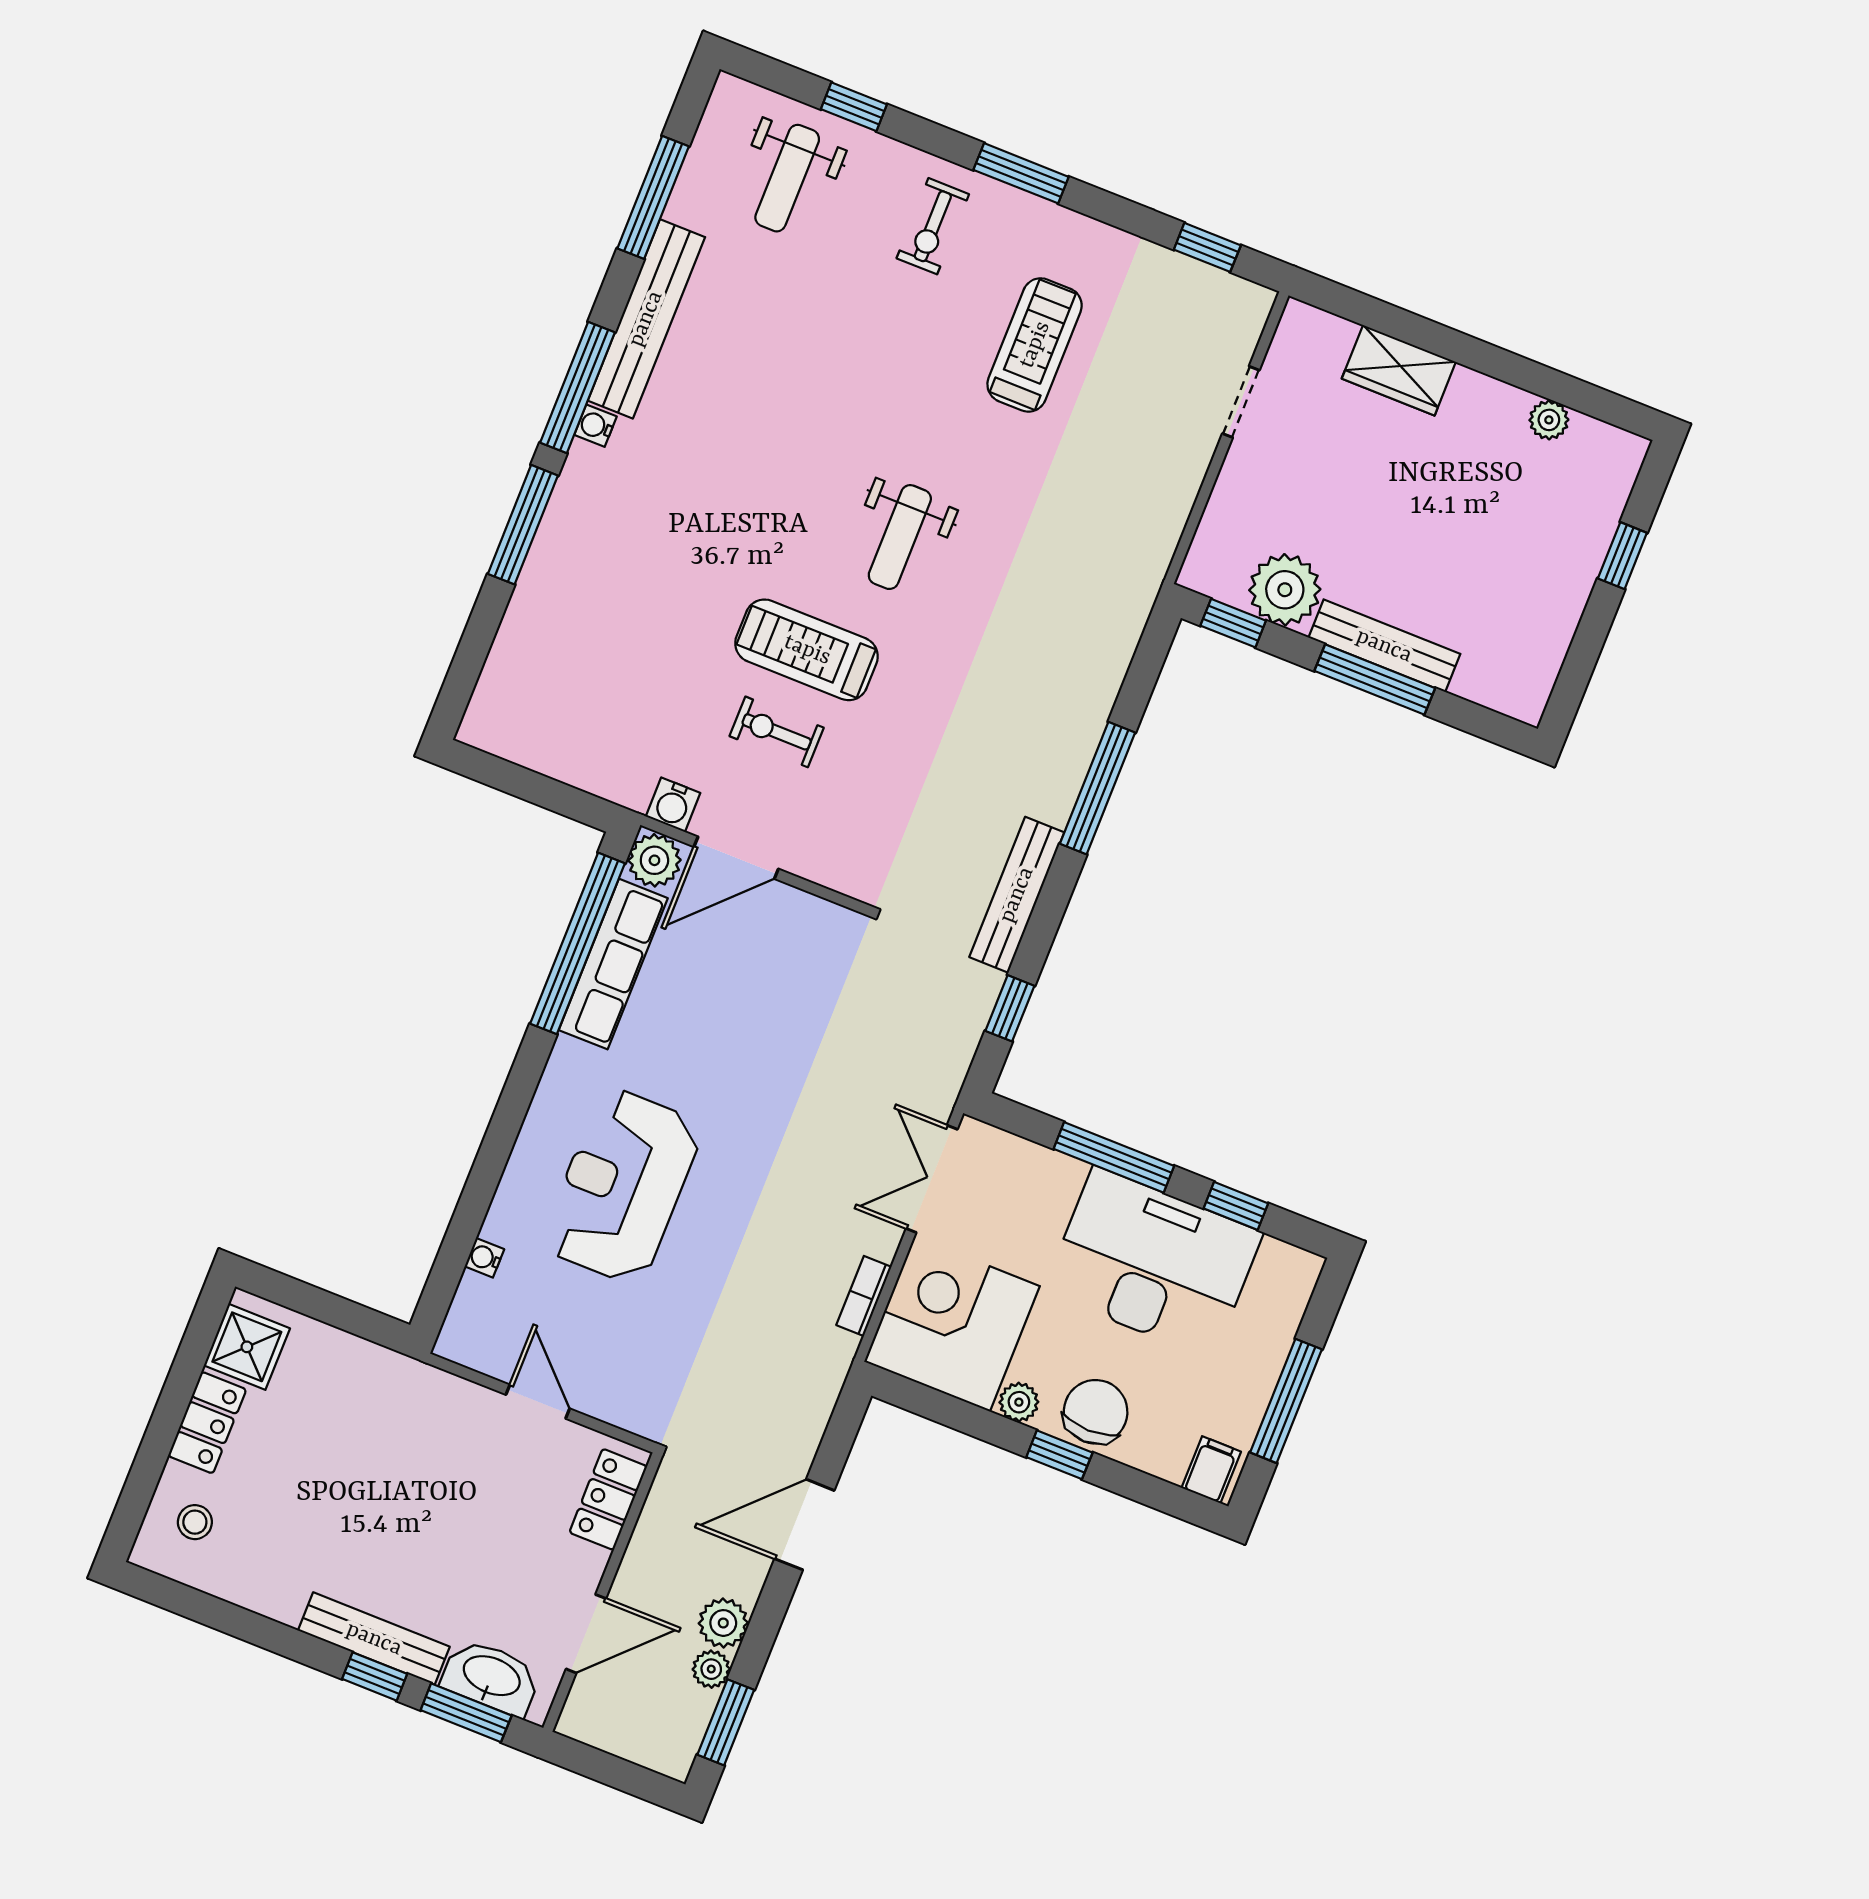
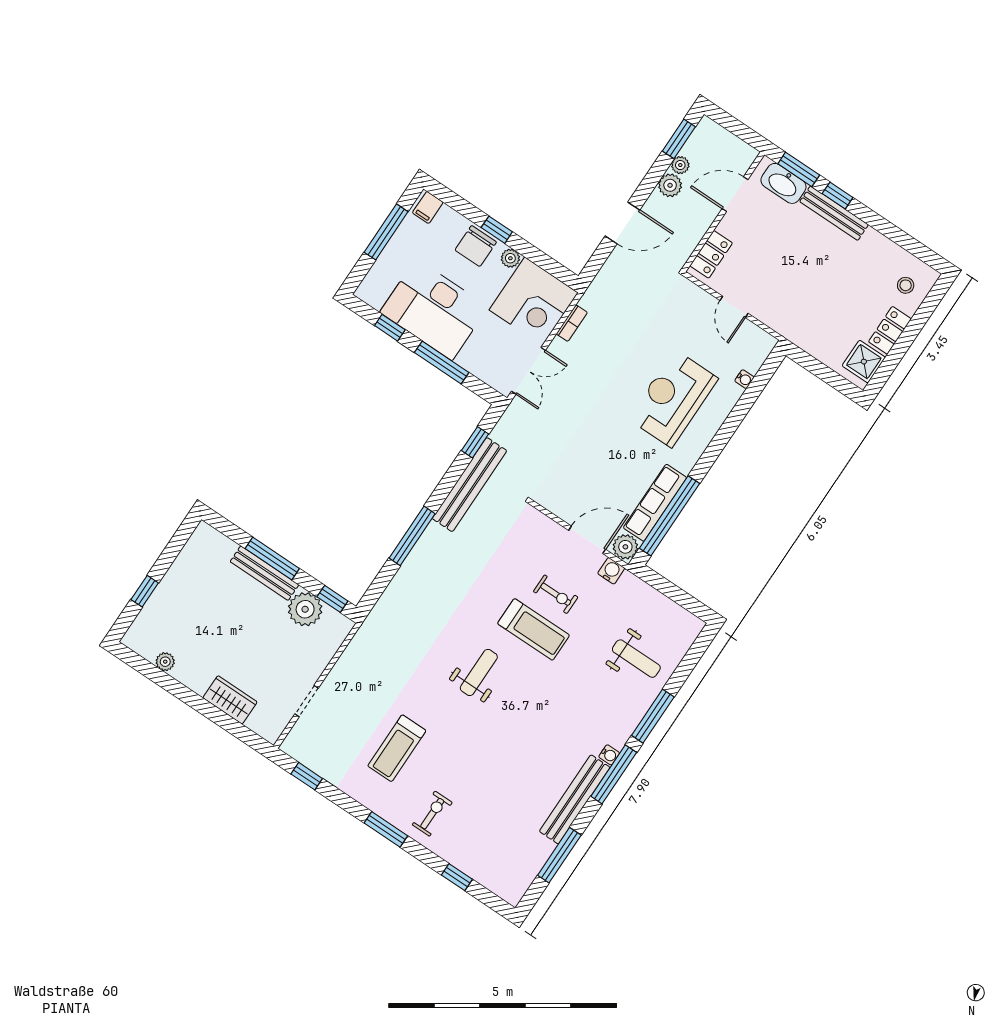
weight bench: (787, 178) -> (636, 659), moved, turned 90
bench: (1017, 895) -> (470, 485), width x1.37, depth x1.21
reception desk: (622, 1186) -> (673, 399), turned 180

